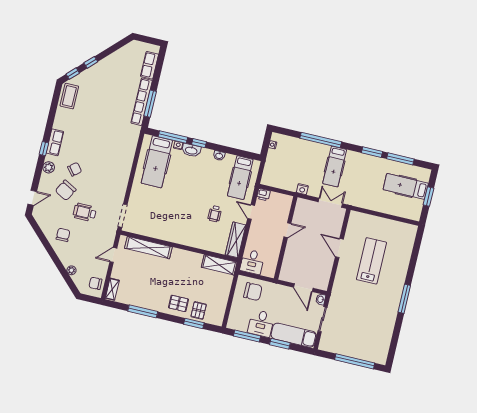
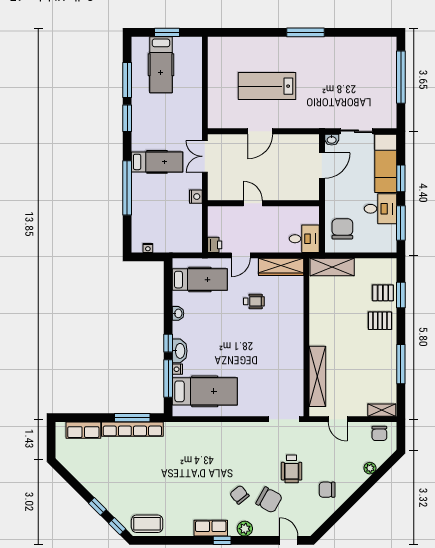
shelving: (219, 265) -> (332, 267), moved, turned 90
pallet: (179, 303) -> (380, 321), turned 90

